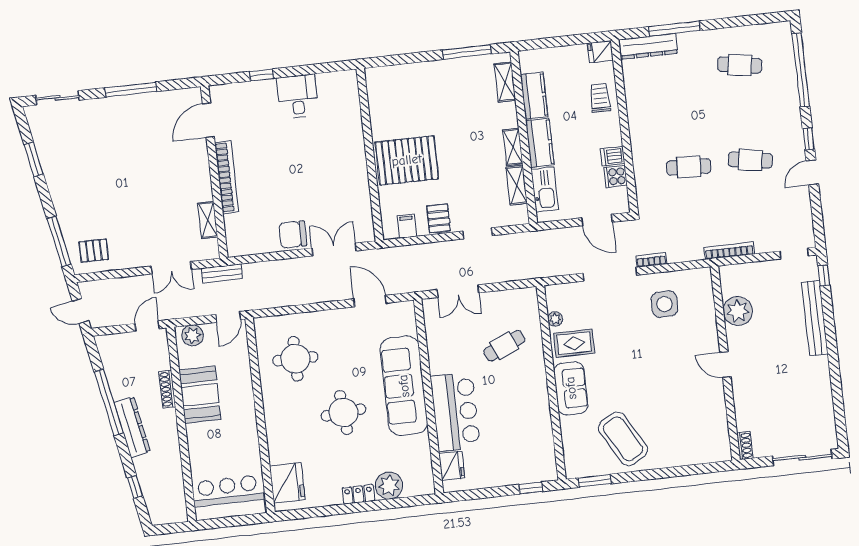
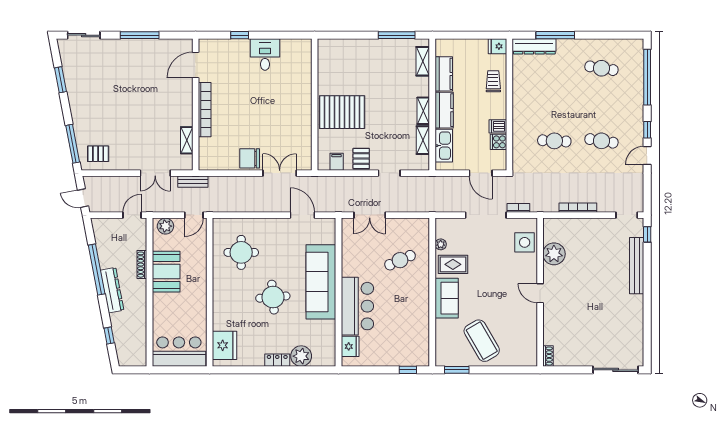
plant: (738, 311) -> (554, 254), moved
wall: (725, 363) -> (540, 292), moved
door: (725, 365) -> (540, 293), moved
shoe rack: (745, 446) -> (548, 356), moved

